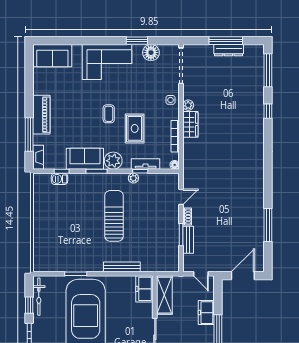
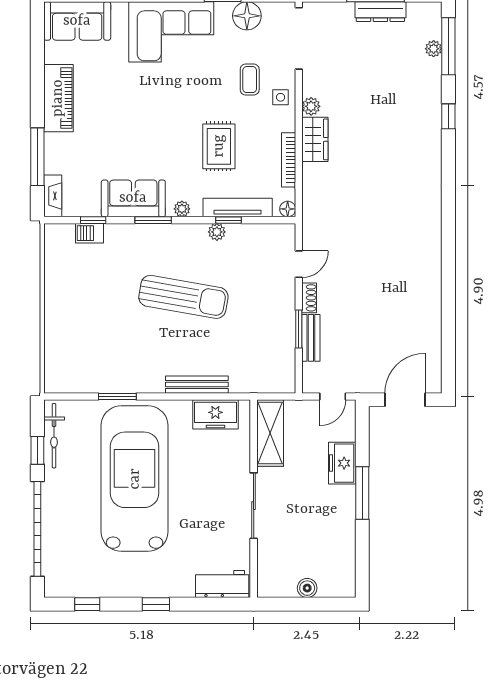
plant: (259, 72) -> (434, 49), added
coffee table: (109, 114) -> (250, 80), moved
piano: (41, 115) -> (58, 98), moved
plant: (113, 161) -> (182, 209), width x0.53, depth x0.53
tv unit: (146, 164) -> (238, 207), width x1.41
sun lounger: (114, 216) -> (183, 297), turned 100
window: (268, 225) -> (448, 312), removed
door: (201, 274) -> (333, 397), hinge flipped
freezer: (144, 289) -> (215, 414), moved, turned -90

